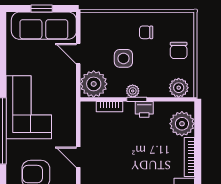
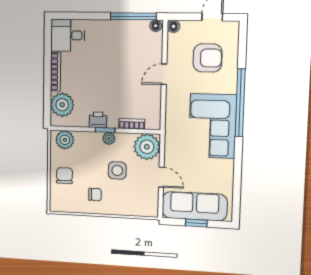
door: (78, 157) -> (164, 74), swing flipped

